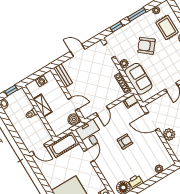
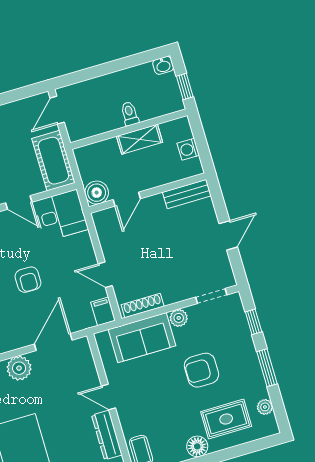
armchair: (146, 46) -> (201, 370), turned -129
door: (102, 111) -> (105, 275), moved

